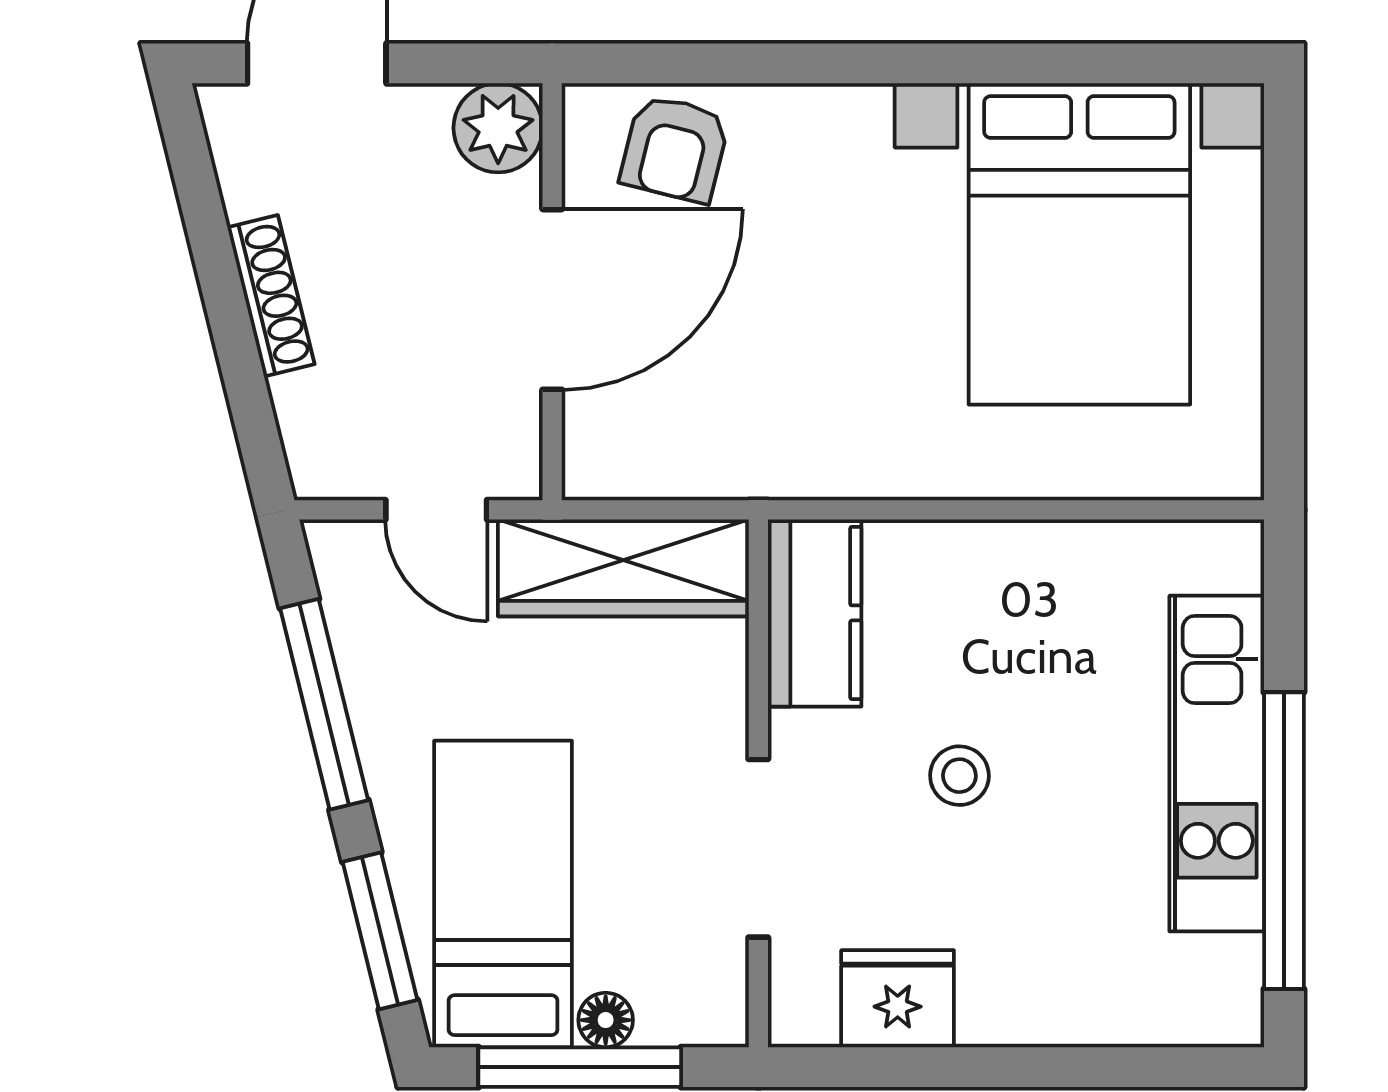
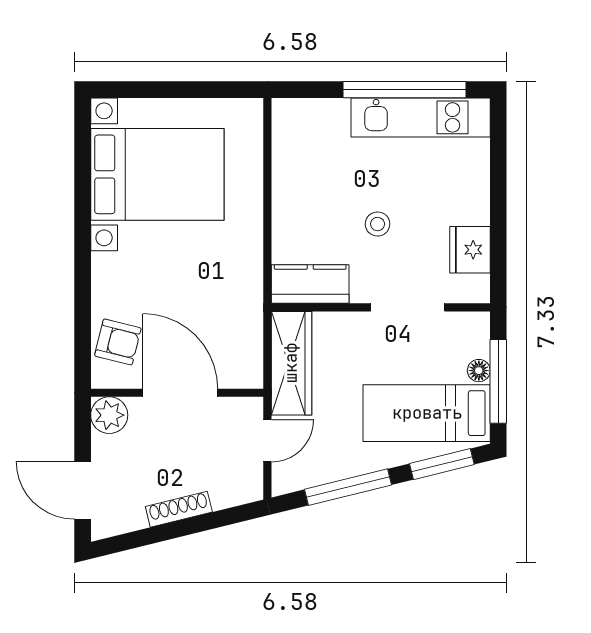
kitchen unit: (1217, 764) -> (421, 117), moved

